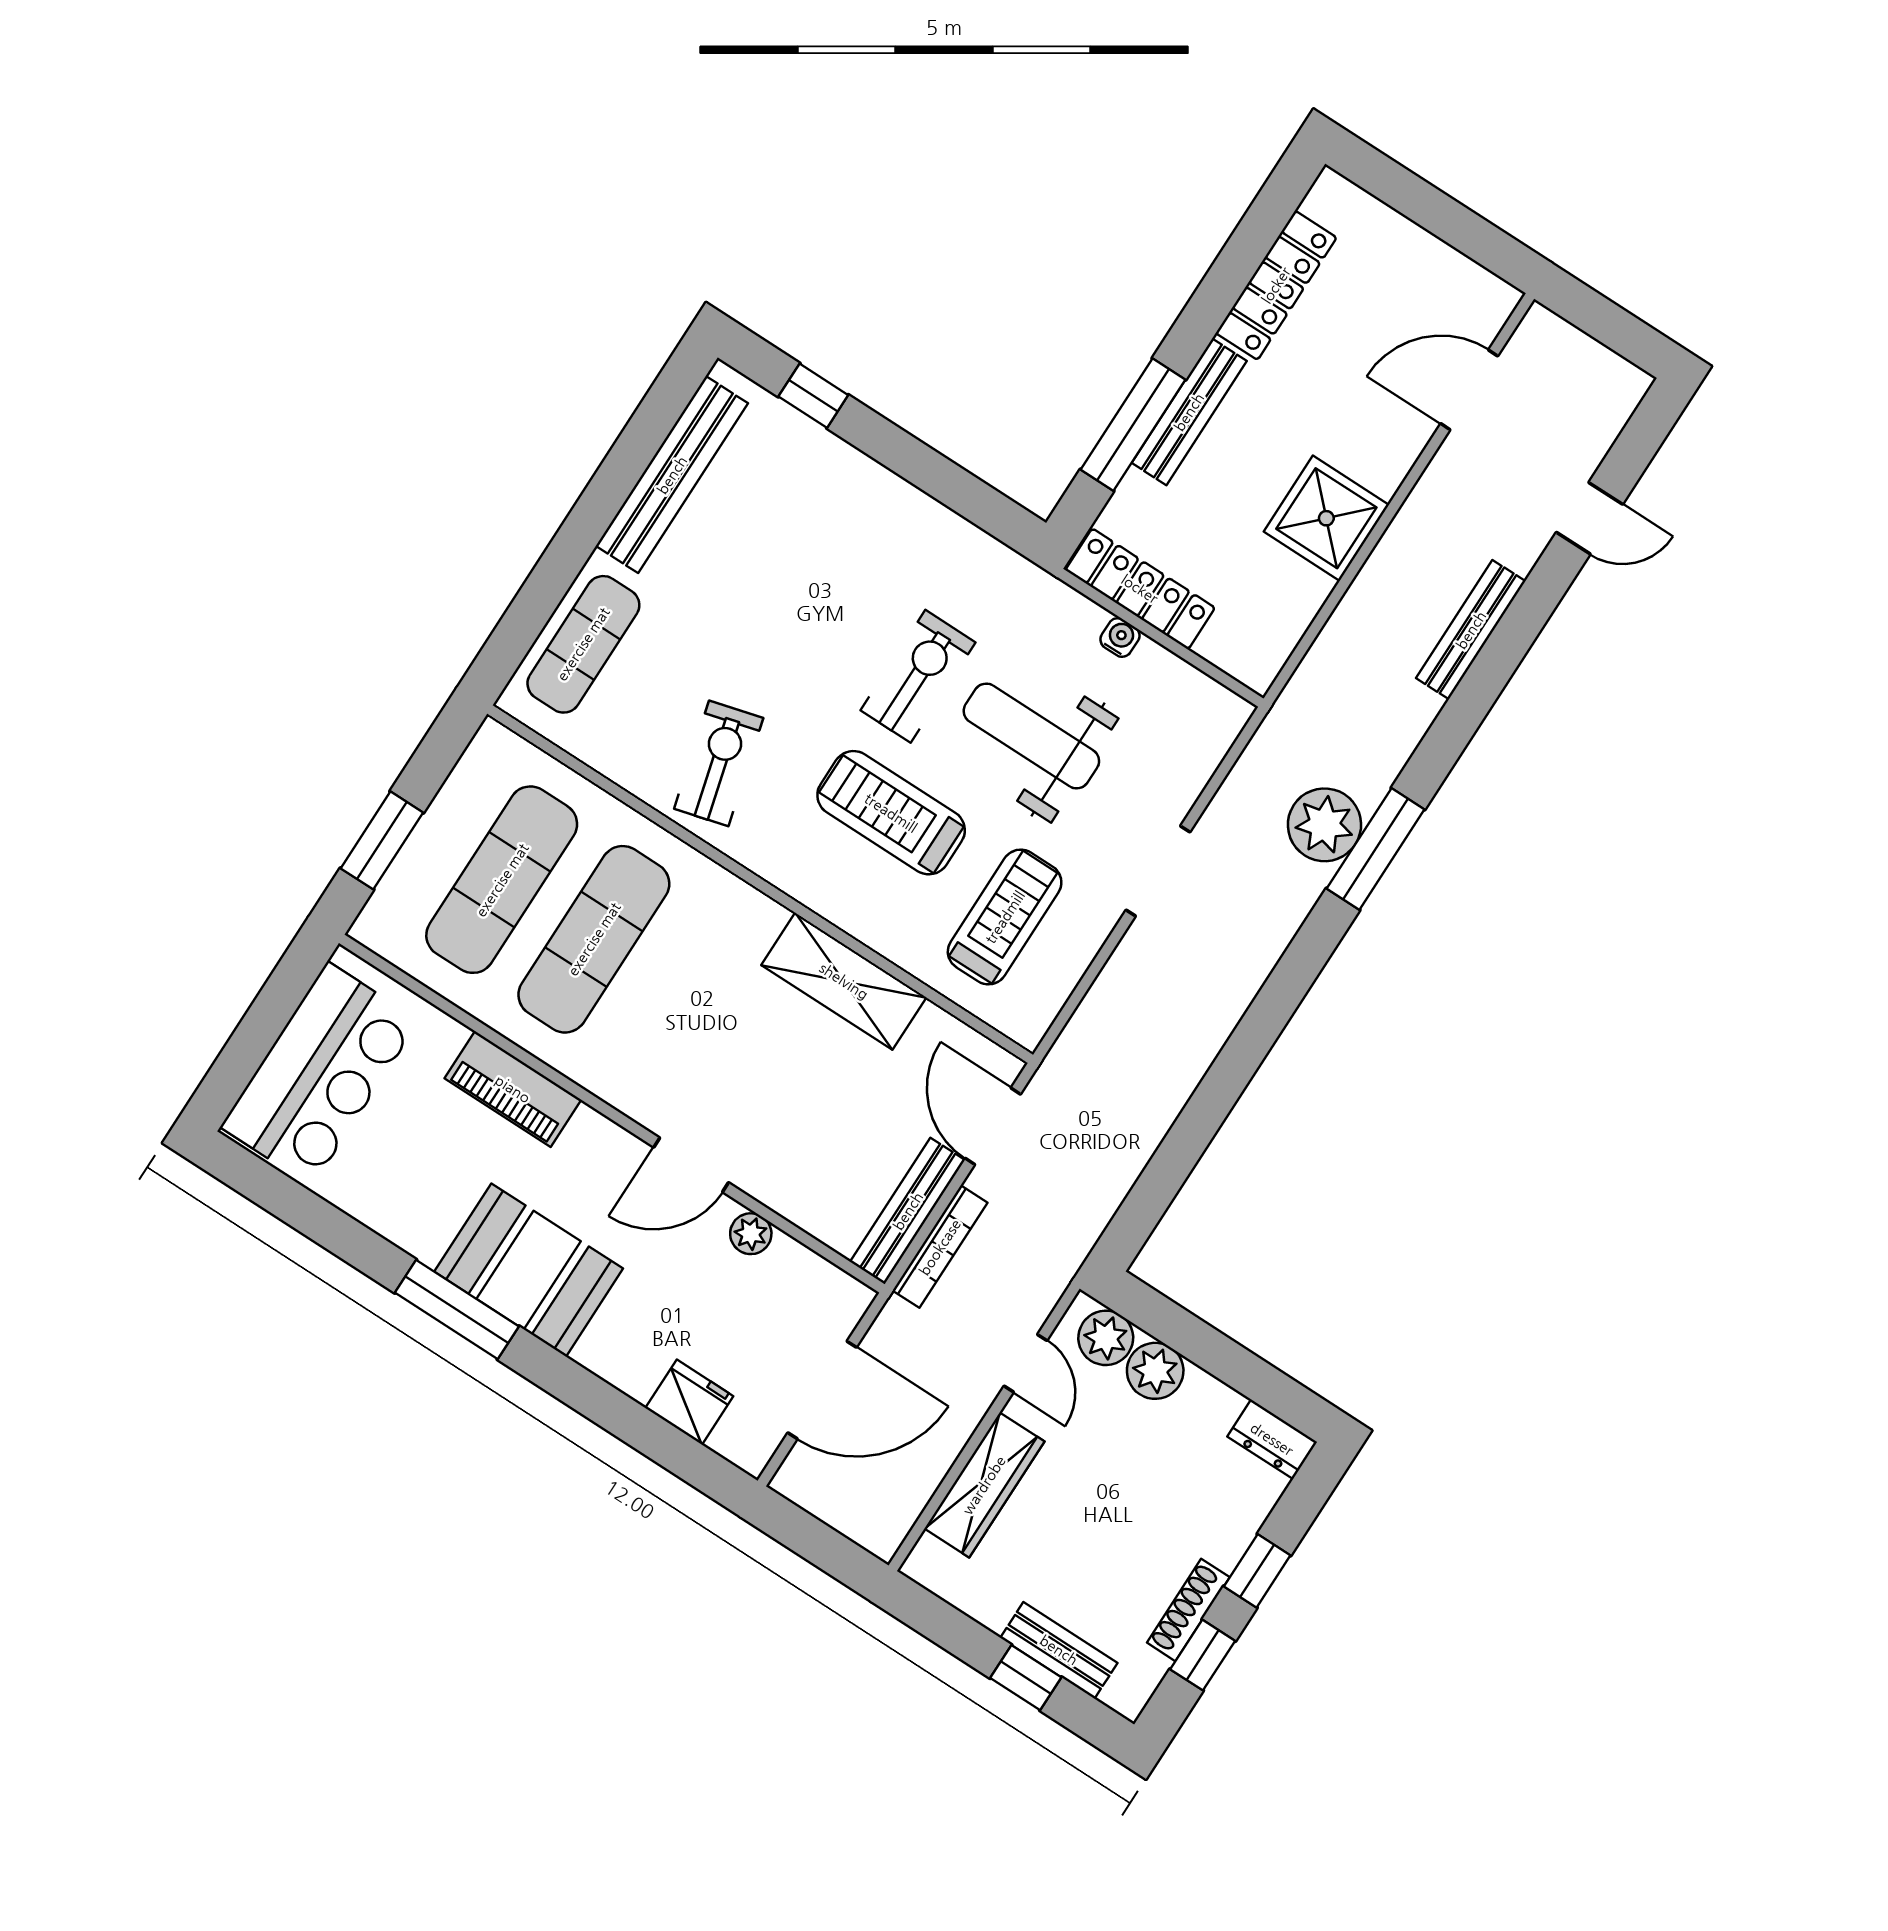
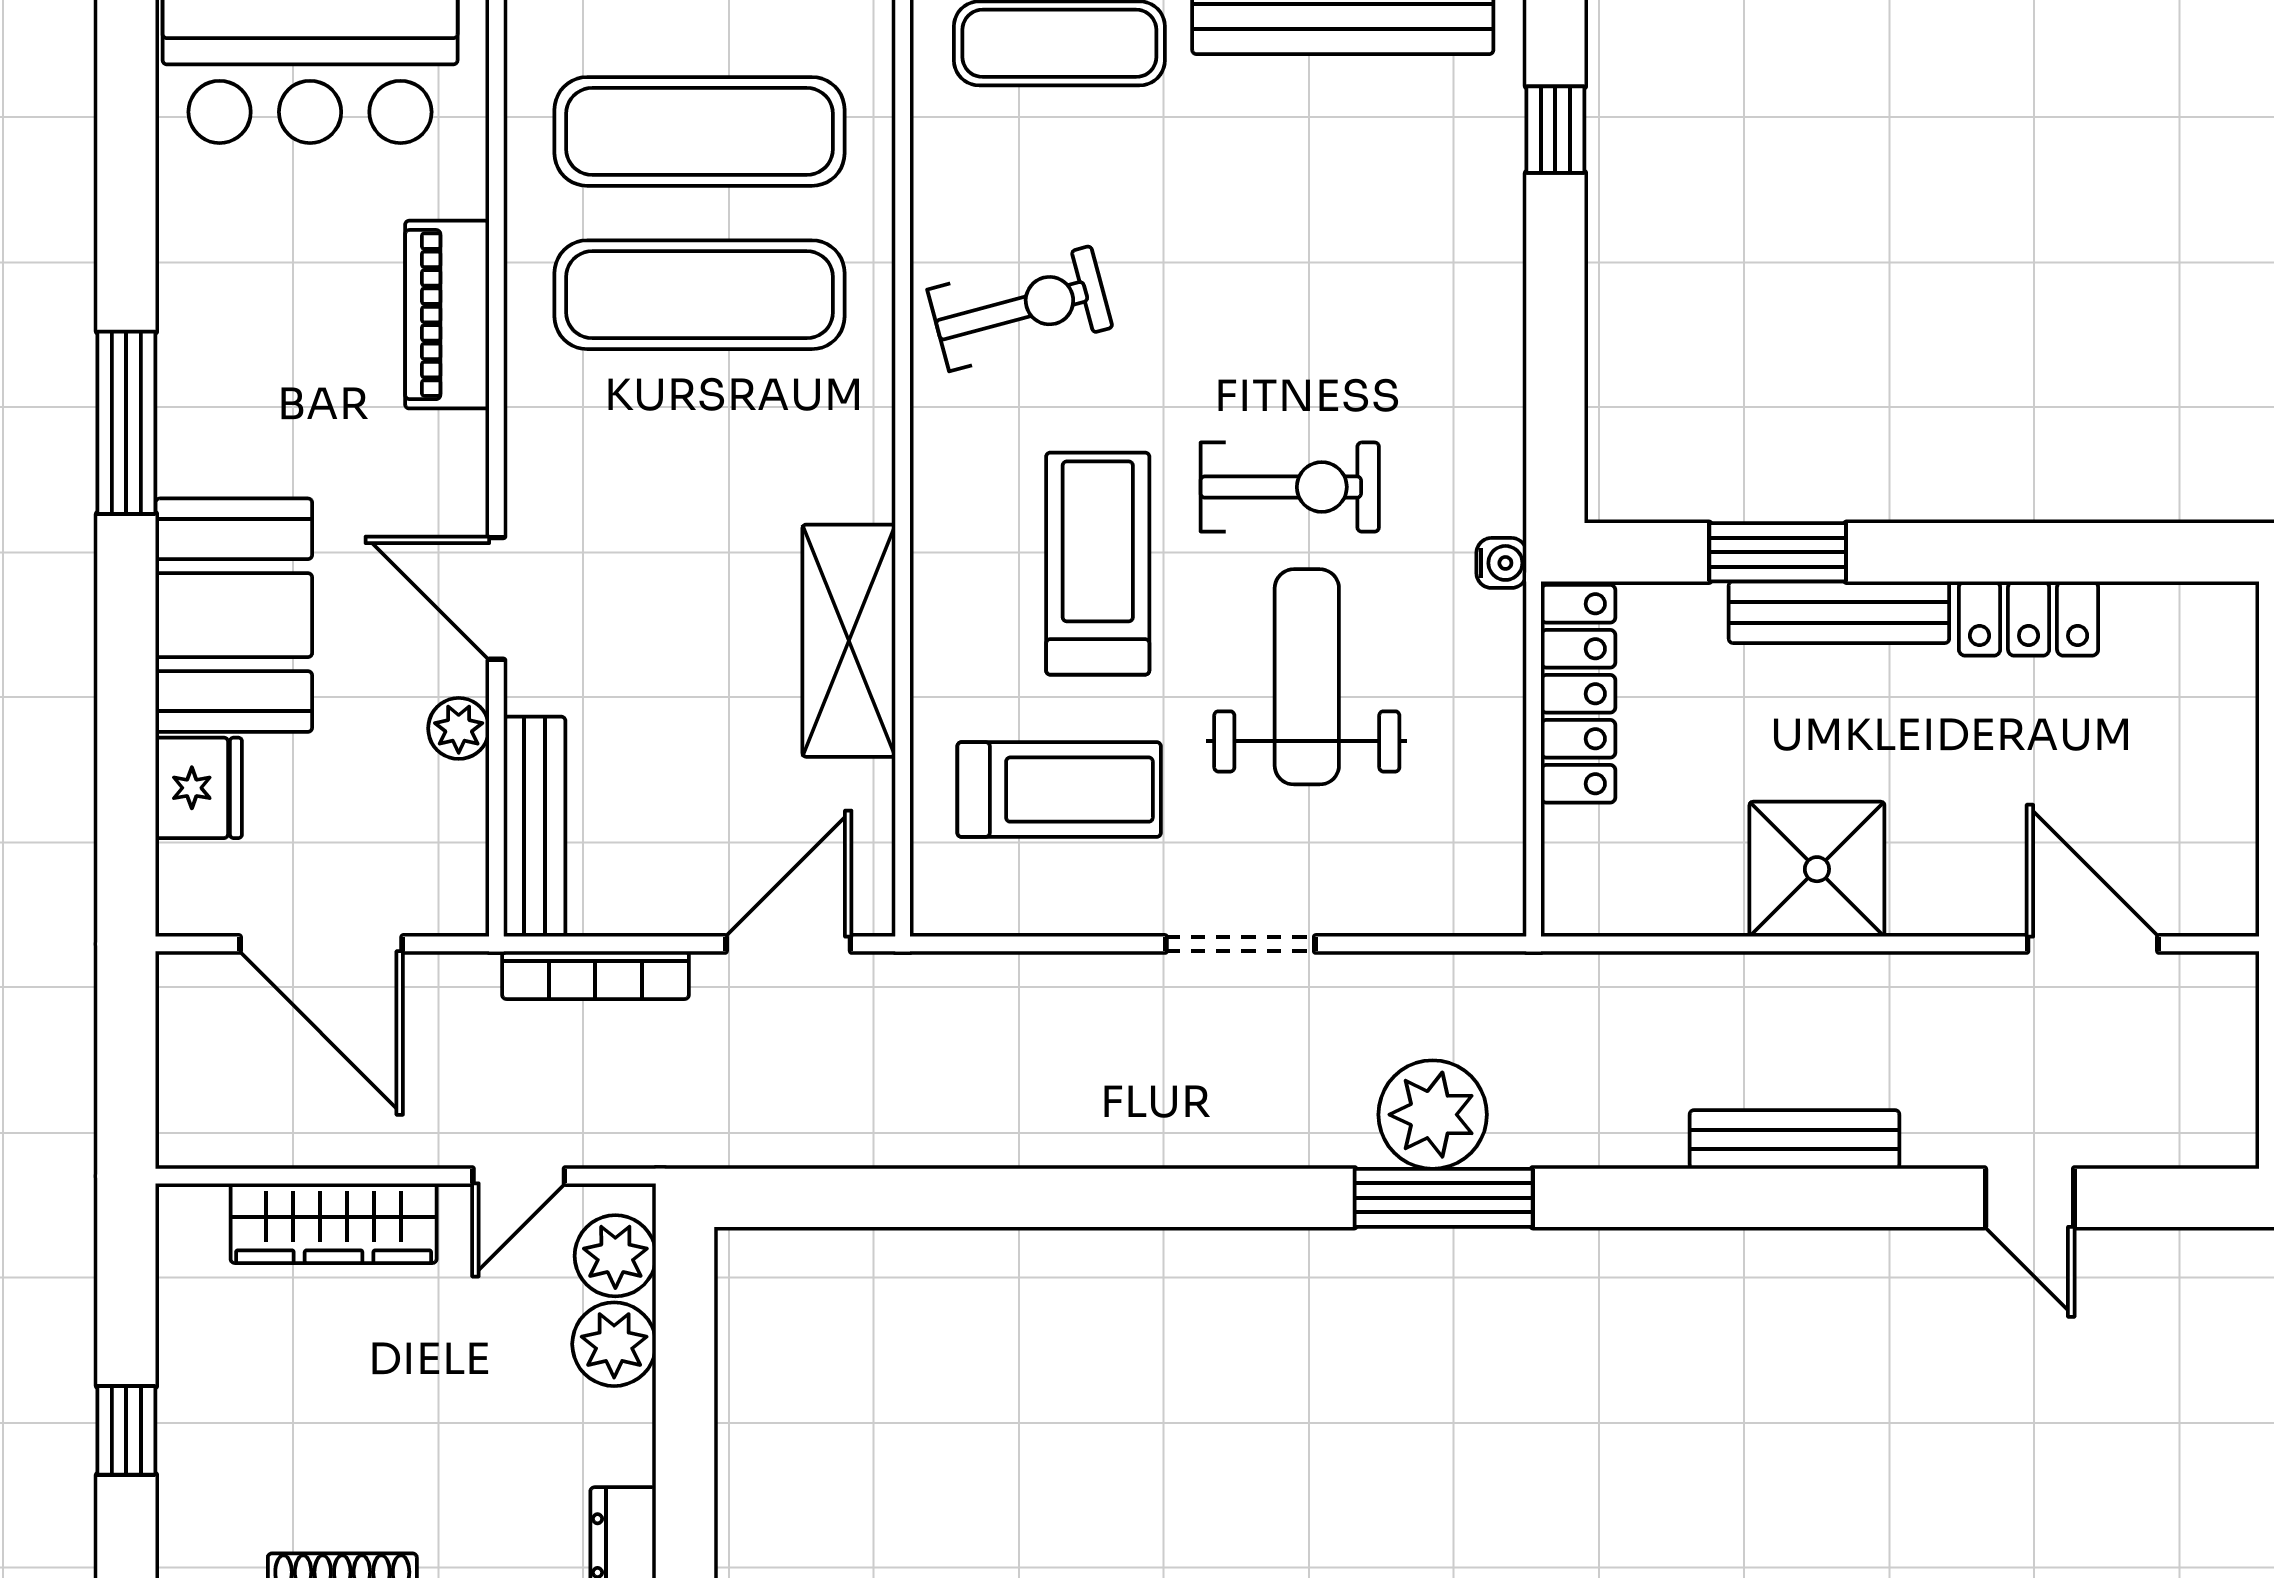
locker: (1276, 285) -> (2029, 618), width x0.66
window: (1133, 425) -> (1778, 552), width x0.69
water cooler: (1120, 637) -> (1501, 563), moved
bench: (908, 1211) -> (534, 827), moved, turned 90
booth: (529, 1270) -> (234, 615), moved
bench: (1059, 1650) -> (187, 1450), removed

